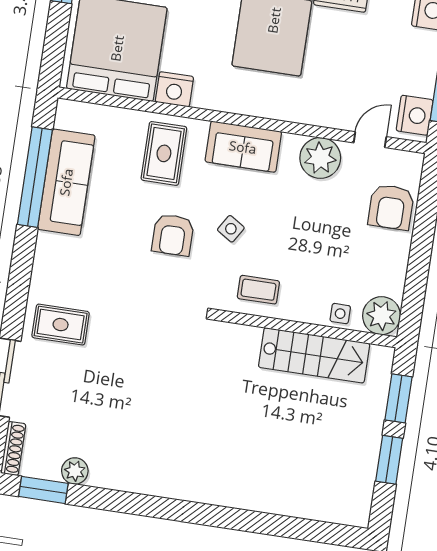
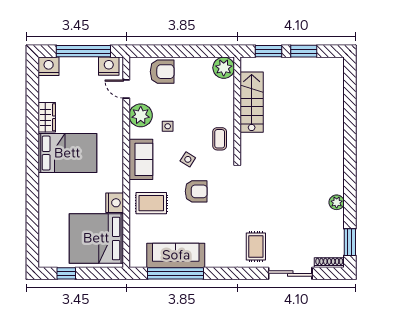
side table: (340, 314) -> (168, 126), moved
plant: (75, 471) -> (337, 202), moved

